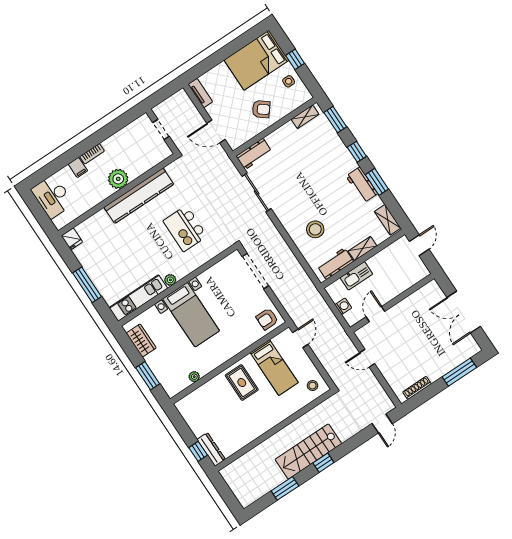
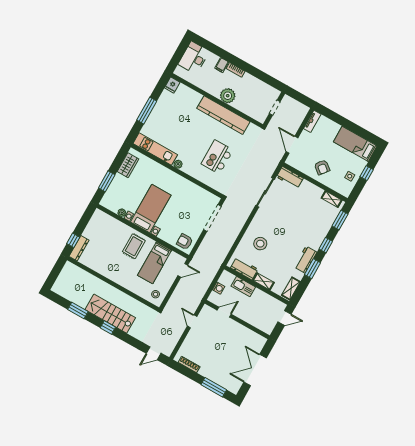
bed: (257, 60) -> (355, 144), width x0.67
bed with nightstands: (191, 315) -> (151, 209), moved, turned 180

